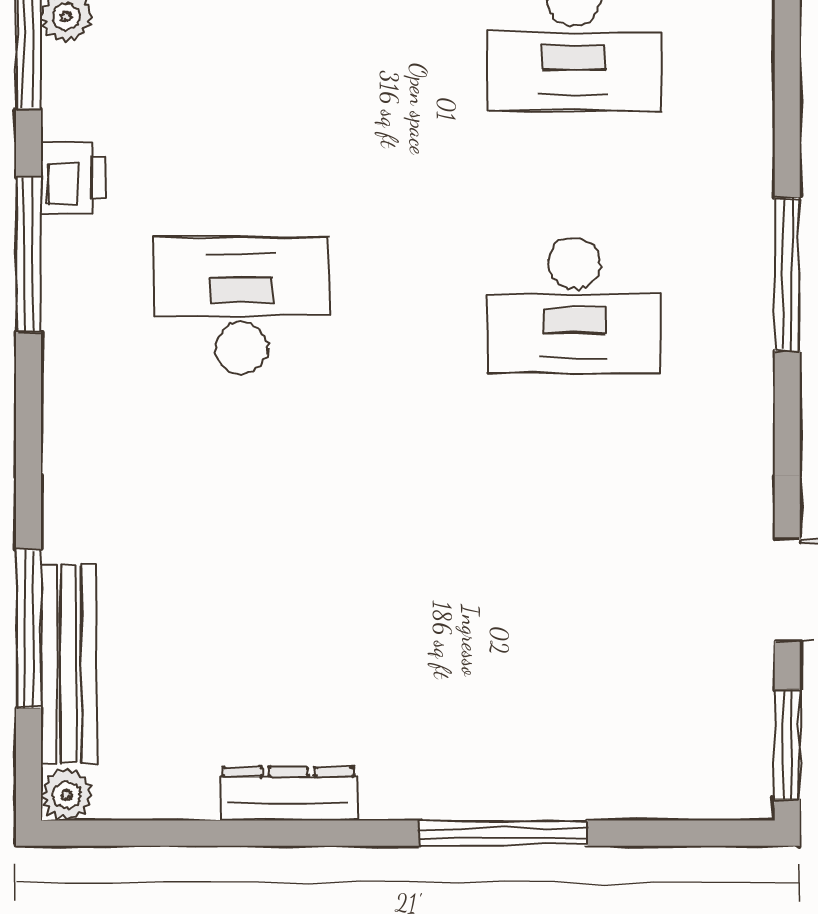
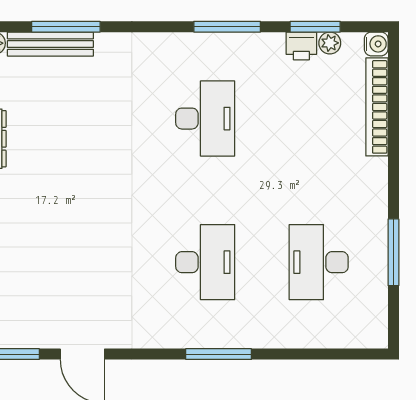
printer: (73, 178) -> (301, 46), moved
desk: (574, 305) -> (205, 262), turned 180

